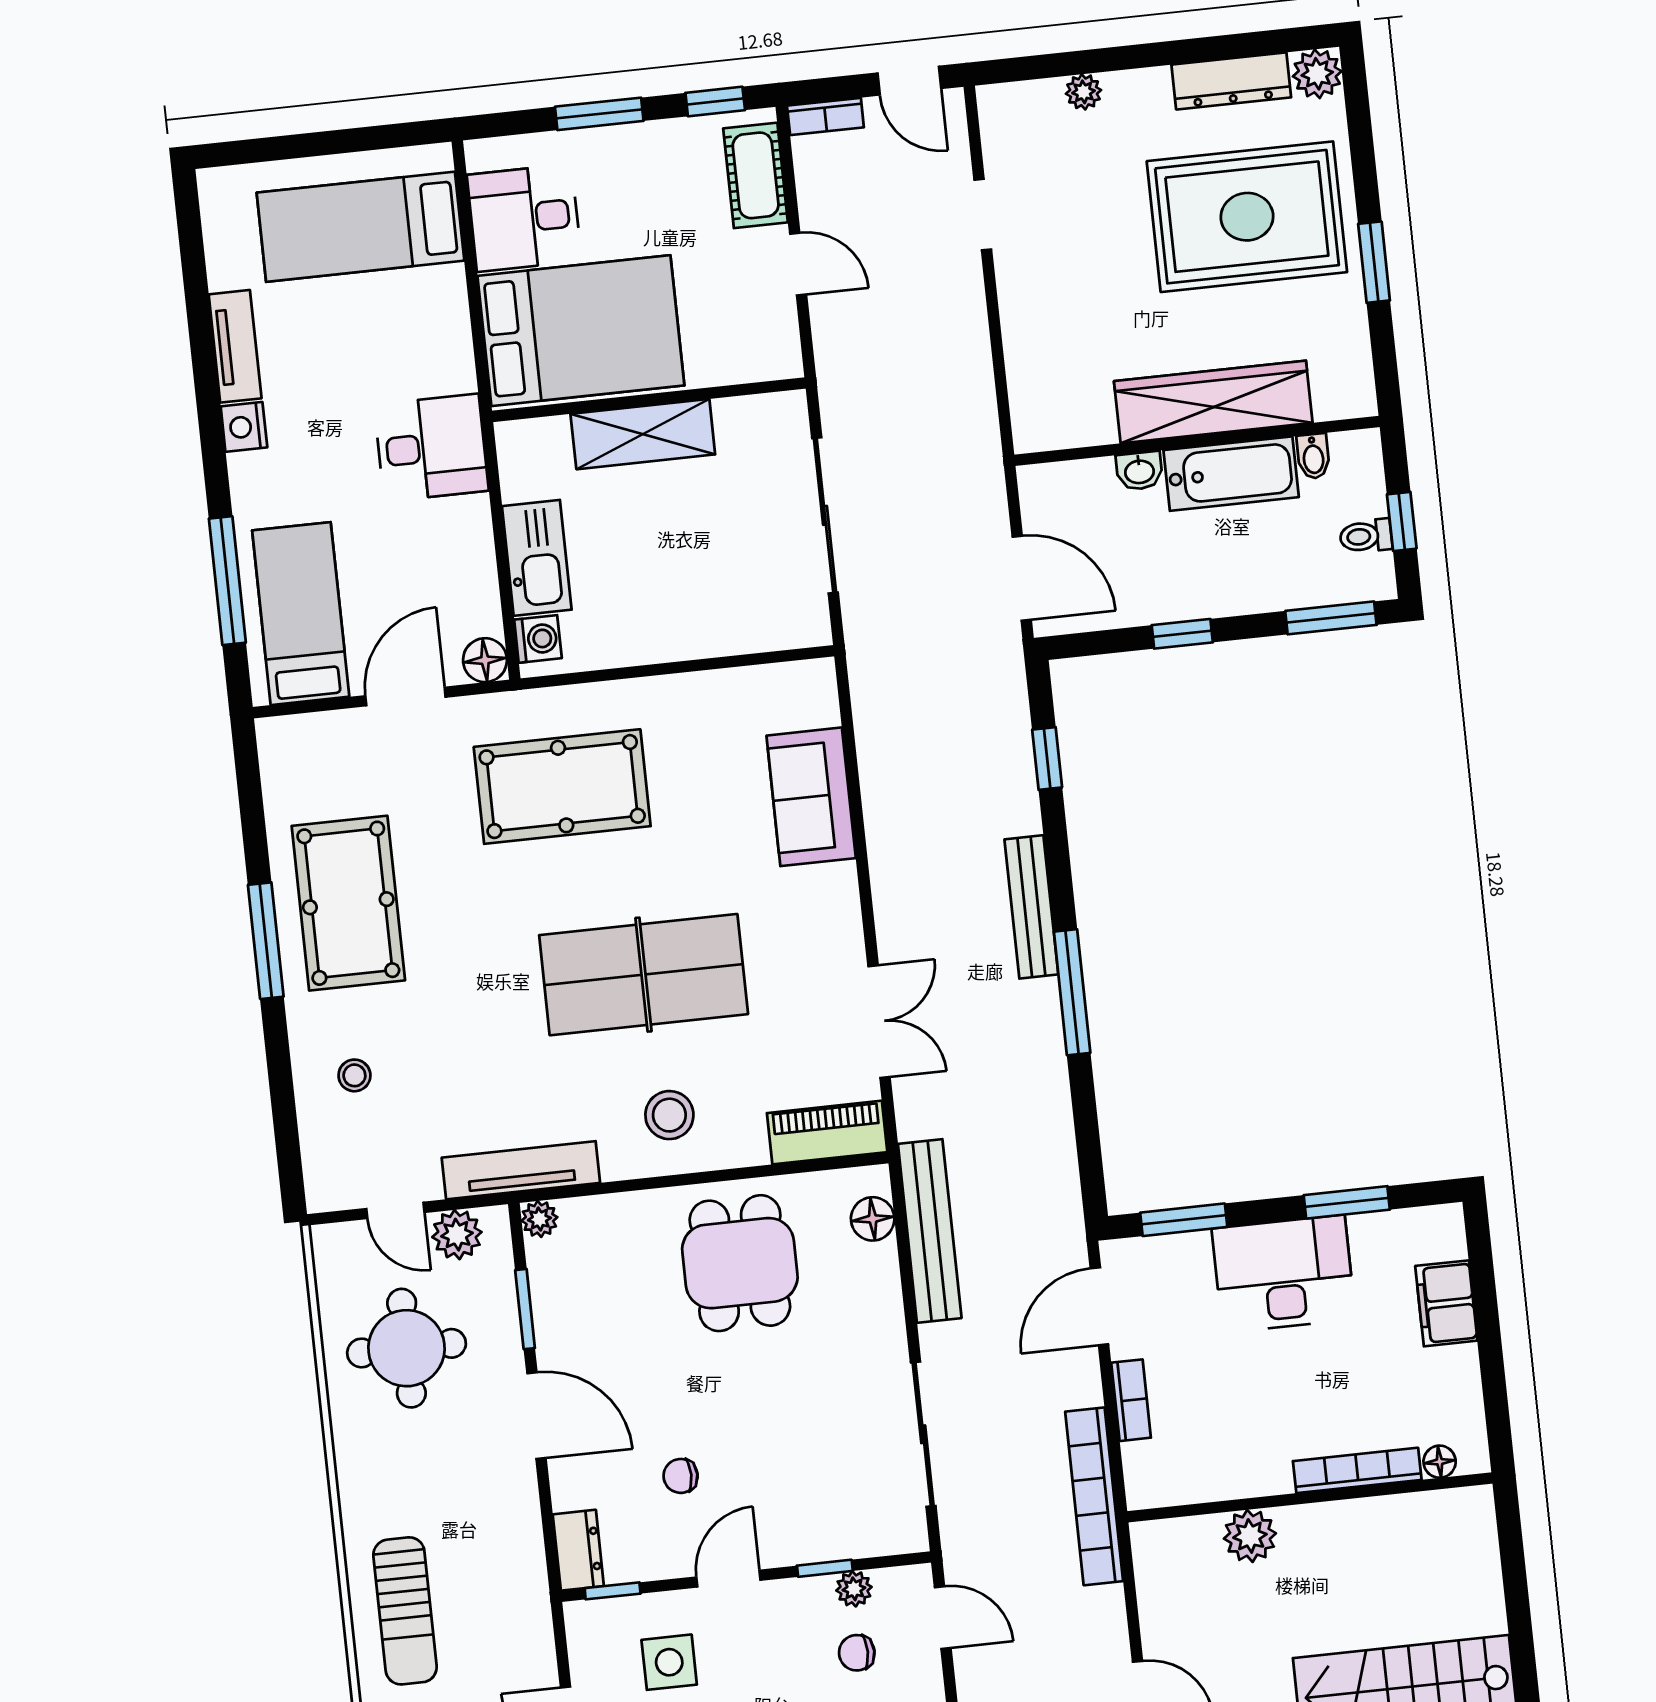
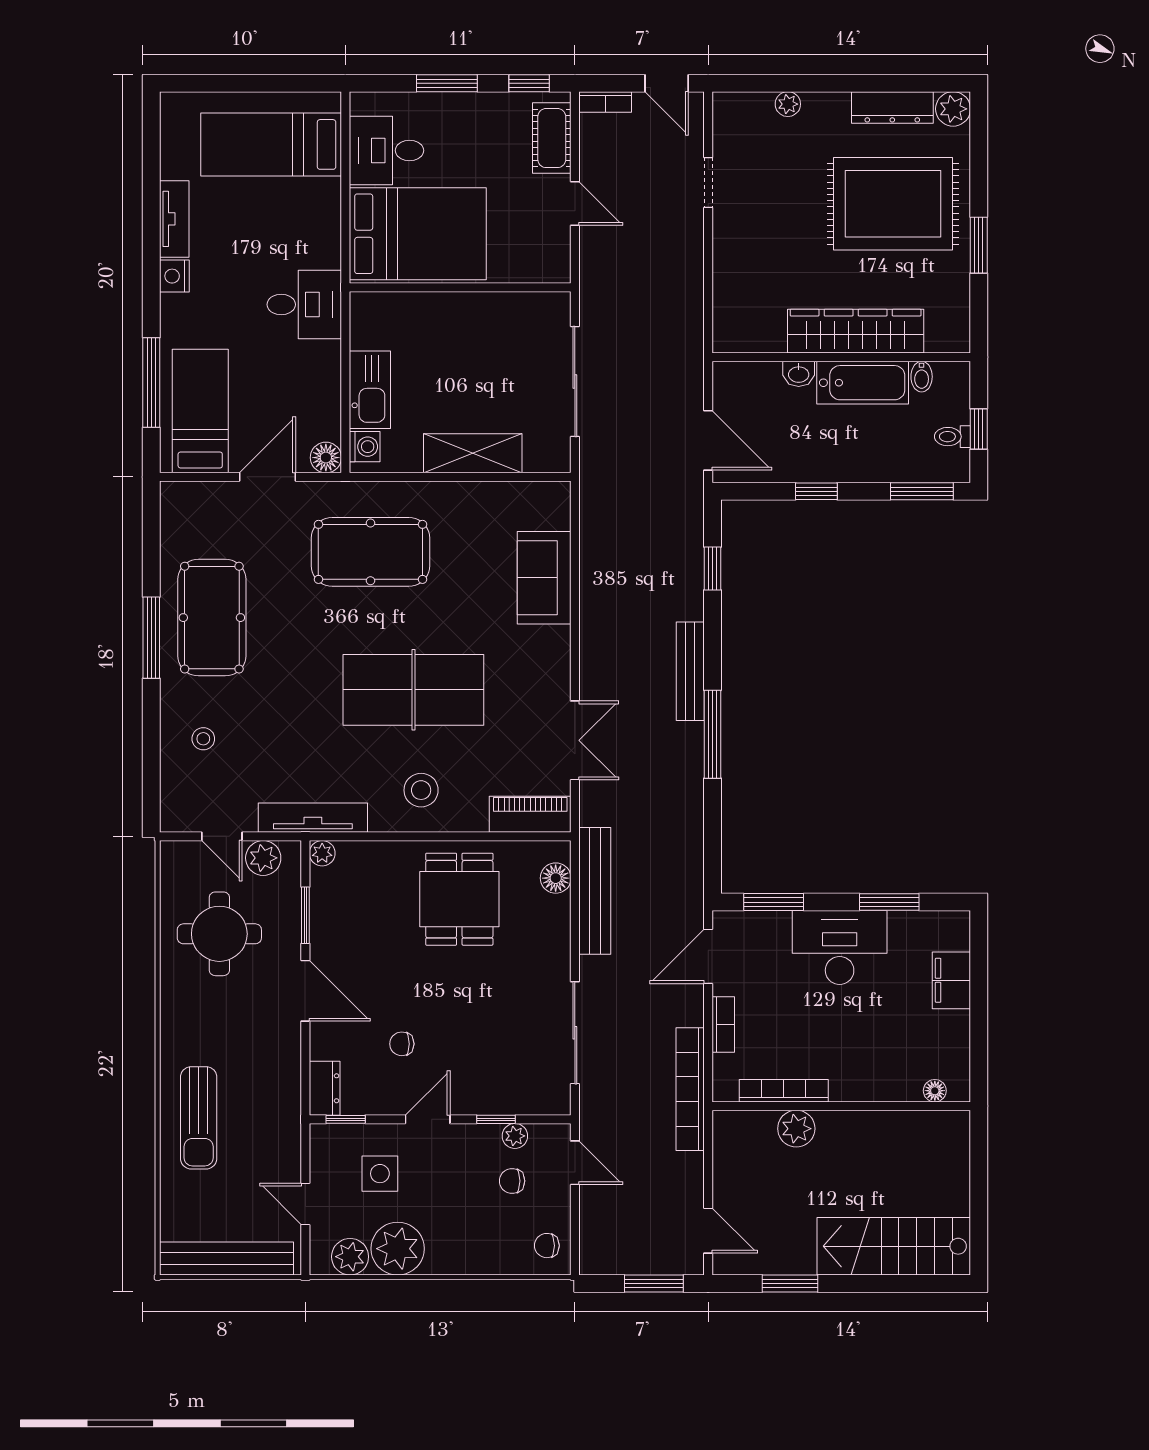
shelving: (643, 434) -> (473, 453), moved
bookcase: (1357, 1470) -> (784, 1091), moved

